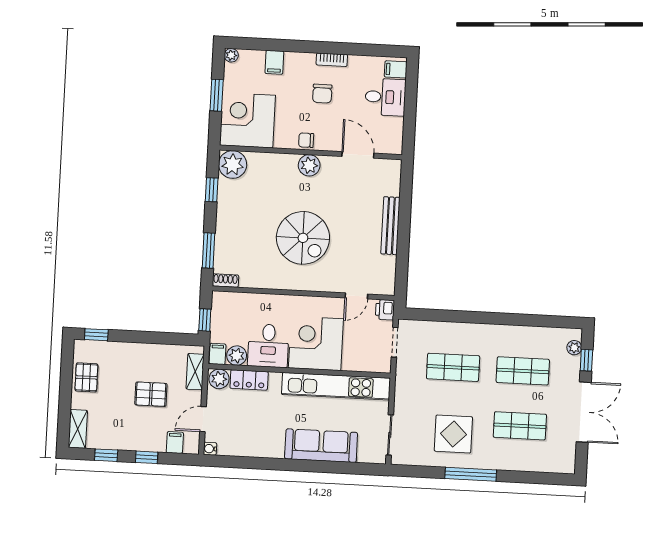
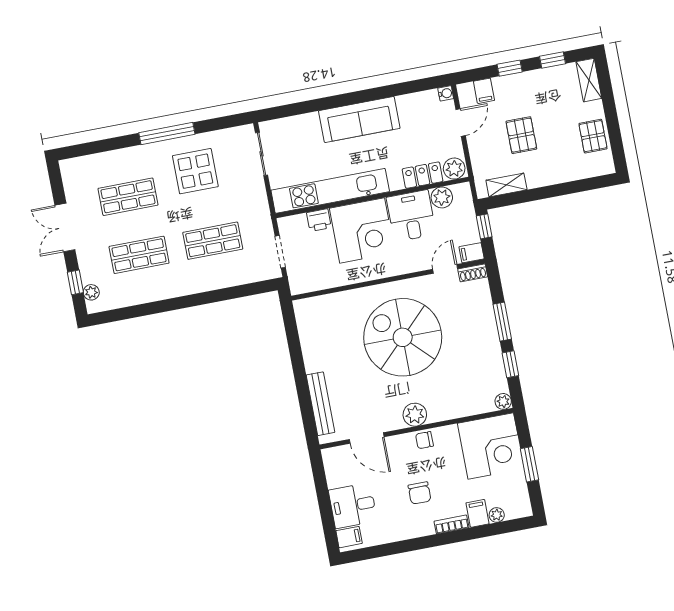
plant: (231, 55) -> (497, 515), moved
bookcase: (332, 60) -> (452, 524), moved
chair: (322, 94) -> (420, 493), turned 180
chair: (306, 140) -> (424, 440), turned 180
plant: (233, 165) -> (503, 401), width x0.53, depth x0.53
bench: (390, 226) -> (320, 404), moved
spiral stairs: (303, 238) -> (403, 337), width x1.37, depth x1.37
window: (208, 250) -> (502, 322), moved
door: (356, 296) -> (445, 269), moved
printer: (385, 310) -> (319, 220), moved, turned 90
window: (96, 335) -> (594, 183), removed
filing cabinet: (218, 354) -> (472, 253), moved, turned 90
shelving: (195, 372) -> (506, 185), moved, turned 90
pallet: (151, 394) -> (521, 135), turned 90
double door: (584, 412) -> (65, 227), width x0.73
sofa: (321, 446) -> (359, 120), moved

